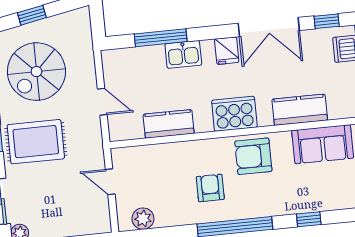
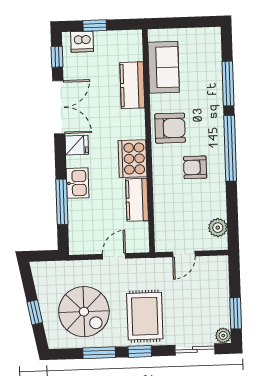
cooker: (234, 114) -> (133, 159), moved
armchair: (253, 156) -> (170, 128), turned -90
window: (309, 219) -> (228, 84), width x2.17

